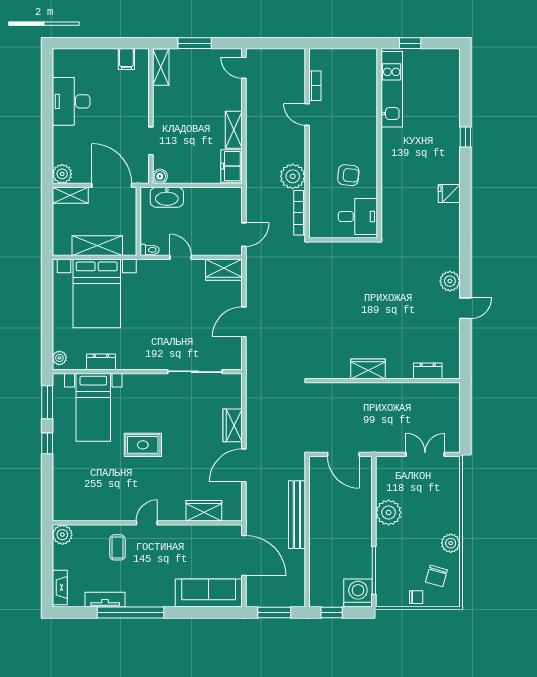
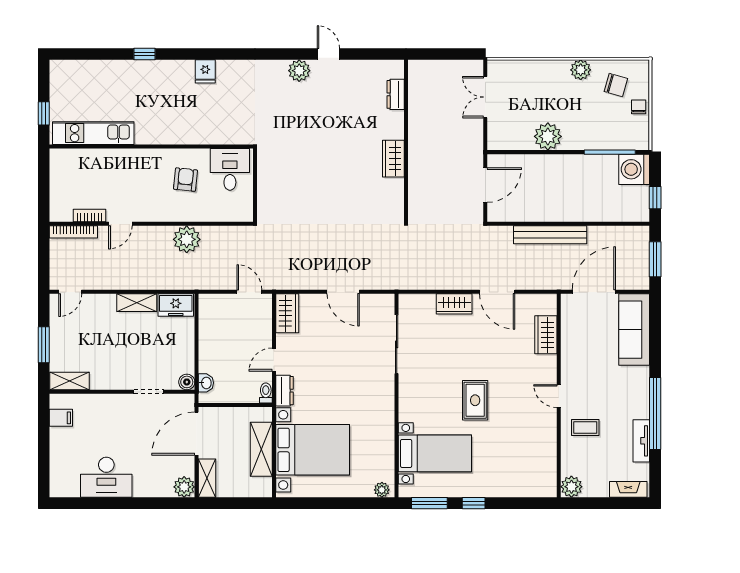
washbasin: (167, 197) -> (206, 383), width x0.52, depth x0.69
bookcase: (300, 213) -> (73, 232), moved
dresser: (101, 362) -> (285, 391), moved, turned 180

